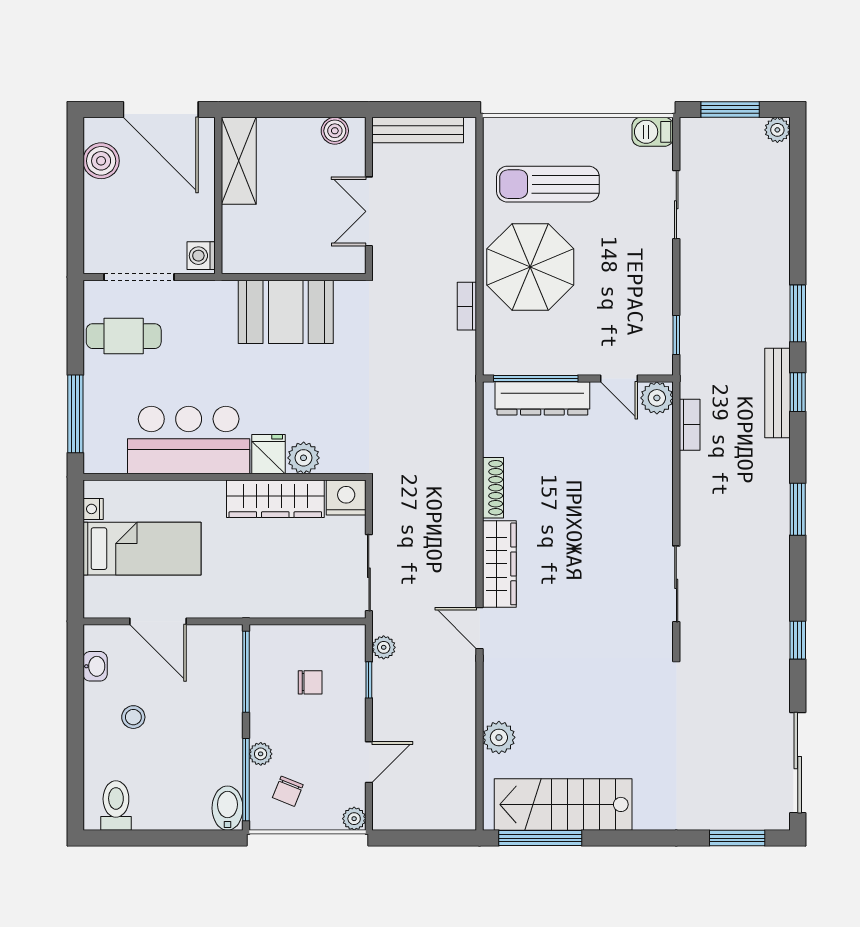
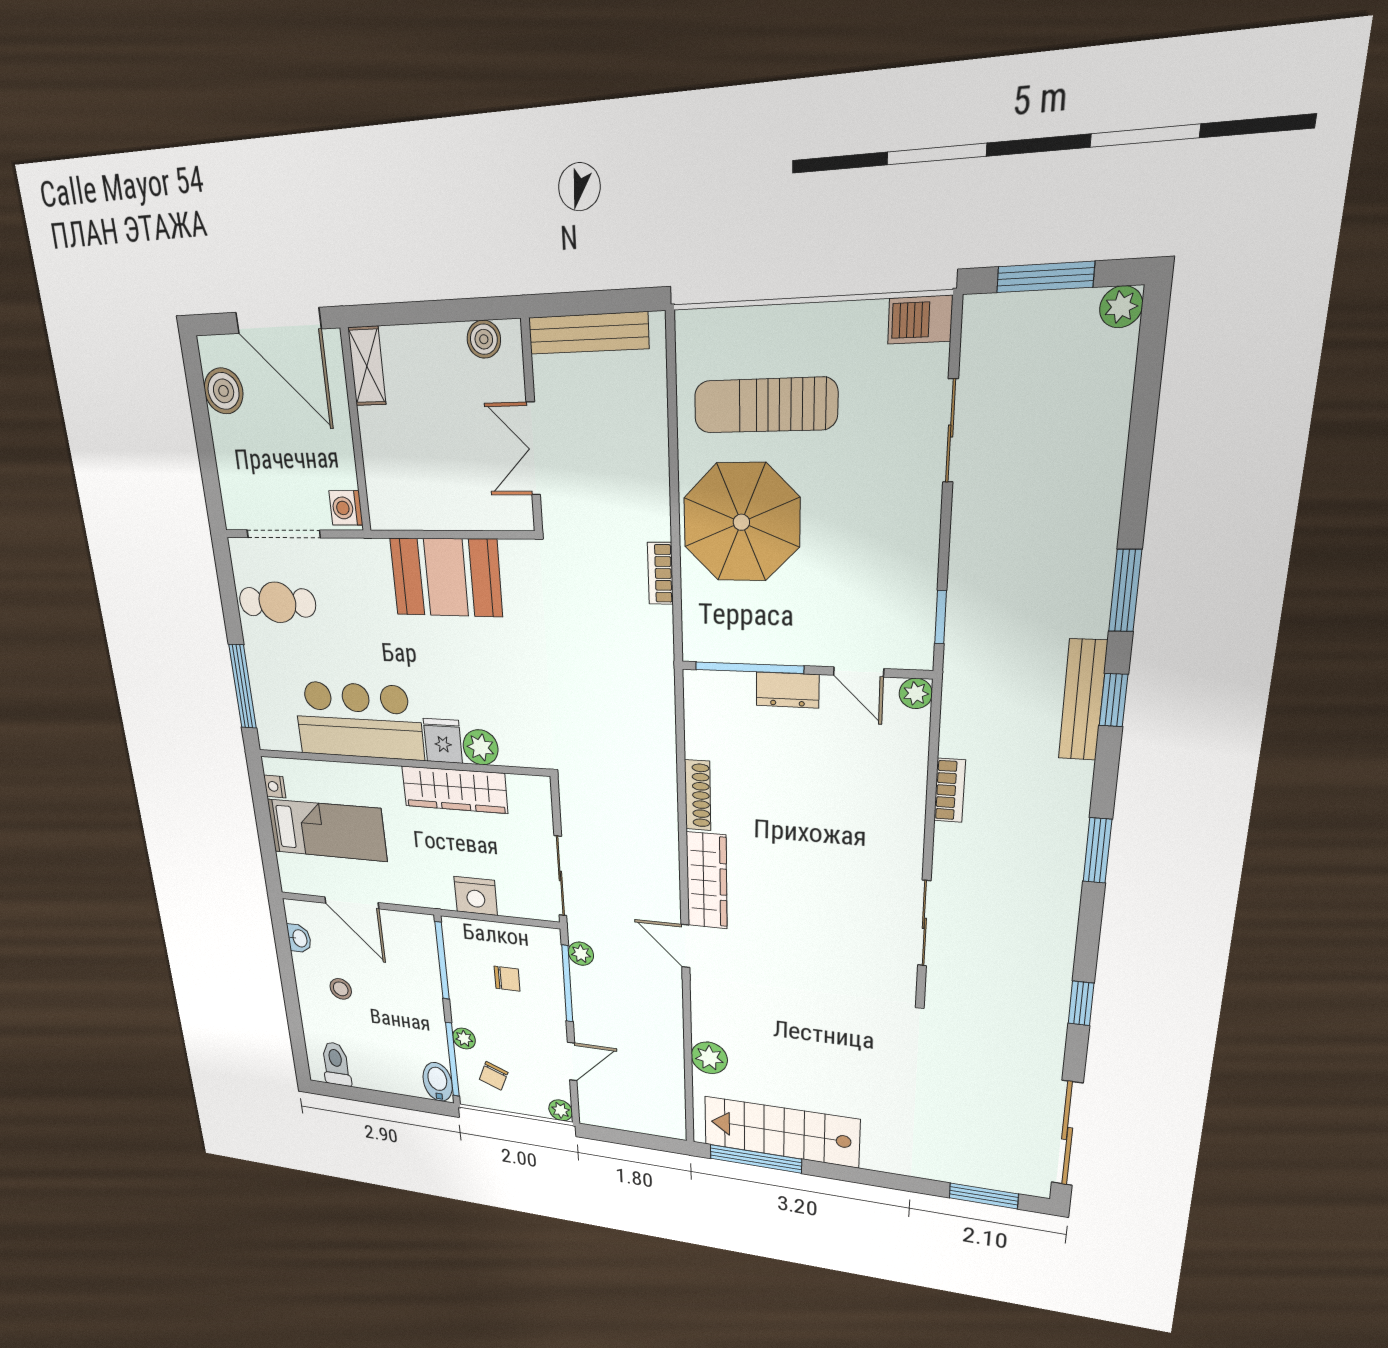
shelving: (239, 161) -> (367, 366), width x0.67, depth x0.75
dresser: (542, 398) -> (787, 690), width x0.51, depth x0.80
plant: (657, 398) -> (916, 693), width x0.73, depth x0.73
bookcase: (690, 425) -> (950, 790), moved
nightstand: (346, 498) -> (476, 896), moved, turned 180
window: (369, 680) -> (567, 984), width x2.17

